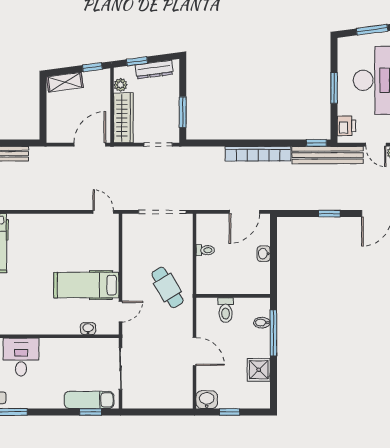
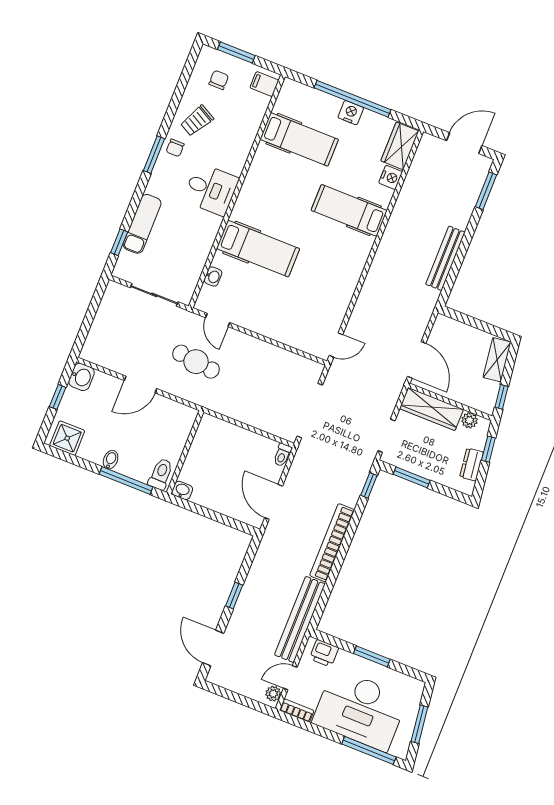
dresser: (154, 70) -> (472, 465), width x0.70
window: (317, 143) -> (369, 485), moved
toilet: (205, 250) -> (282, 455), moved
washbasin: (264, 254) -> (182, 490), moved
hospital bed: (86, 285) -> (258, 249), moved, turned 90
cafe table: (167, 287) -> (196, 362), moved, turned 38
toilet: (226, 310) -> (161, 474), moved, turned 90
bidet: (262, 323) -> (111, 460), moved
shower: (259, 370) -> (67, 438), moved
exam couch: (89, 400) -> (142, 224), moved

